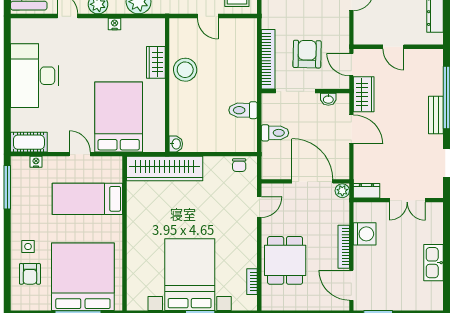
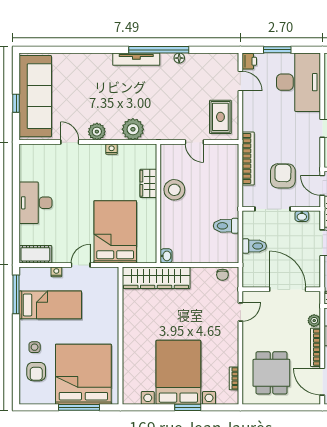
bookcase: (268, 59) -> (248, 158), moved
desk: (35, 76) -> (35, 203), width x0.73, depth x0.77
door: (80, 154) -> (81, 265), hinge flipped
nightstand: (36, 162) -> (56, 272), moved
plant: (342, 191) -> (314, 321), moved
bed: (87, 199) -> (50, 305), moved, turned 180
dining table: (285, 260) -> (271, 373), moved

